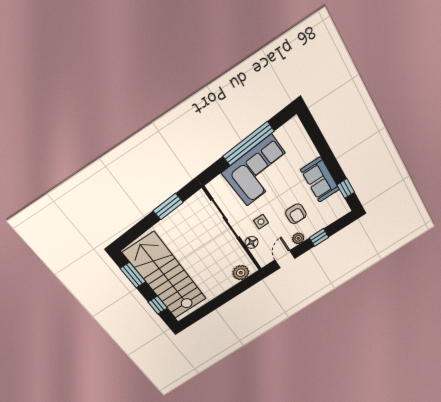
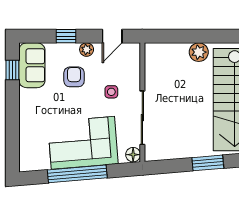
sofa: (320, 180) -> (32, 65), moved
window: (168, 206) -> (208, 163), moved
floor lamp: (252, 242) -> (133, 155), moved
plant: (241, 273) -> (199, 52), moved

